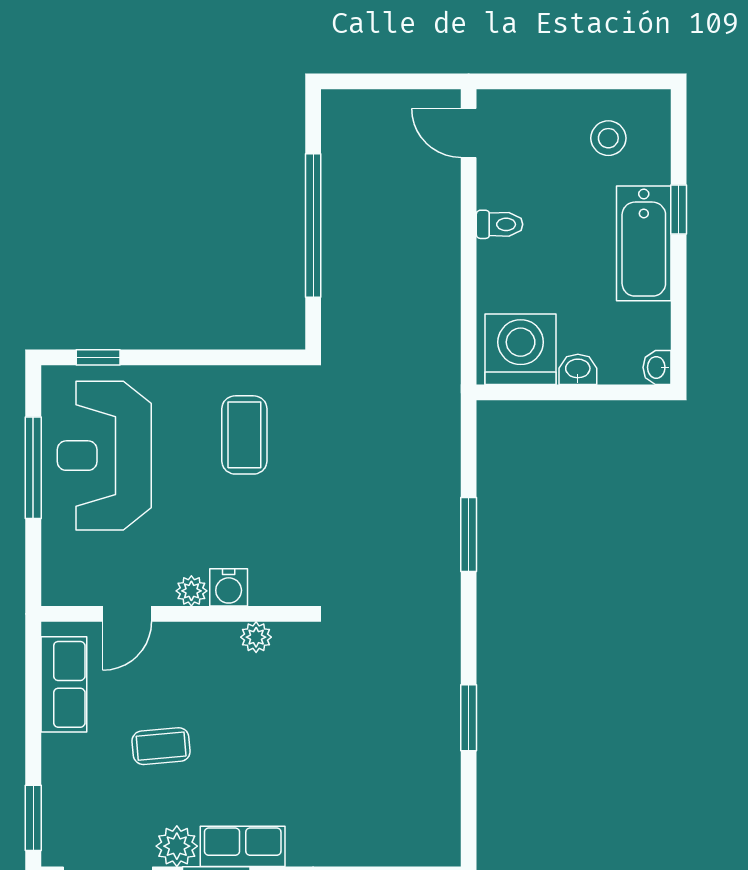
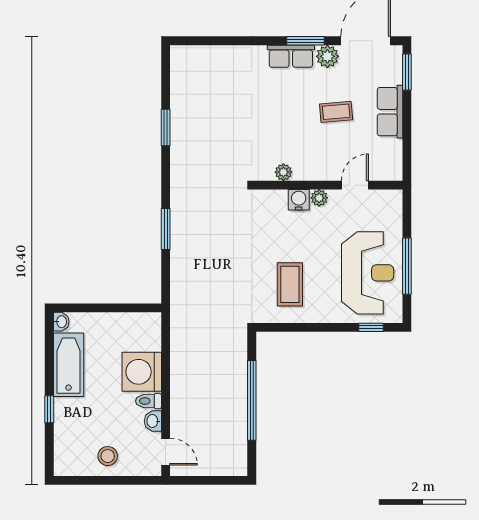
stool: (608, 138) -> (108, 456), moved
bathtub: (644, 243) -> (69, 365), moved
washing machine: (521, 349) -> (142, 372), moved, turned 90
washbasin: (578, 369) -> (153, 421), moved, turned 90
row of seats: (64, 684) -> (390, 112), moved

